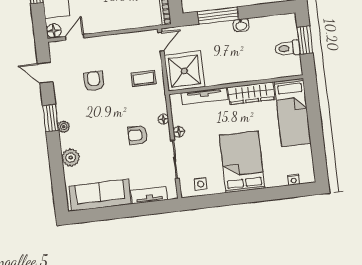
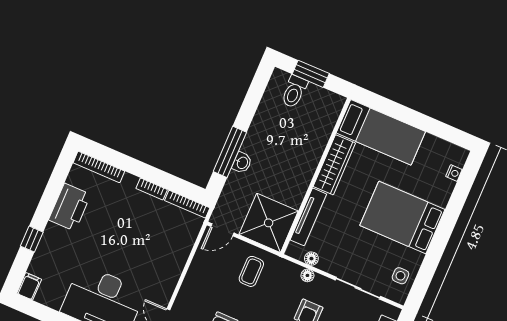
washbasin: (241, 25) -> (242, 163), moved
door: (161, 42) -> (222, 230), swing flipped
toilet: (287, 48) -> (294, 92), moved
floor lamp: (179, 132) -> (311, 259), moved

